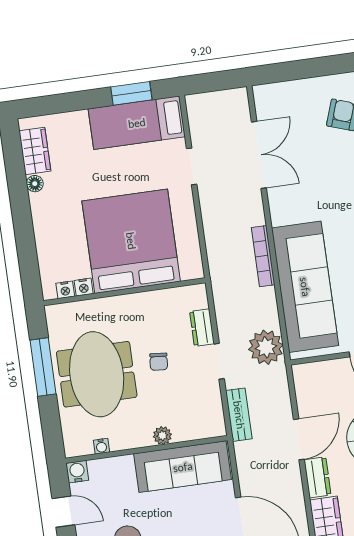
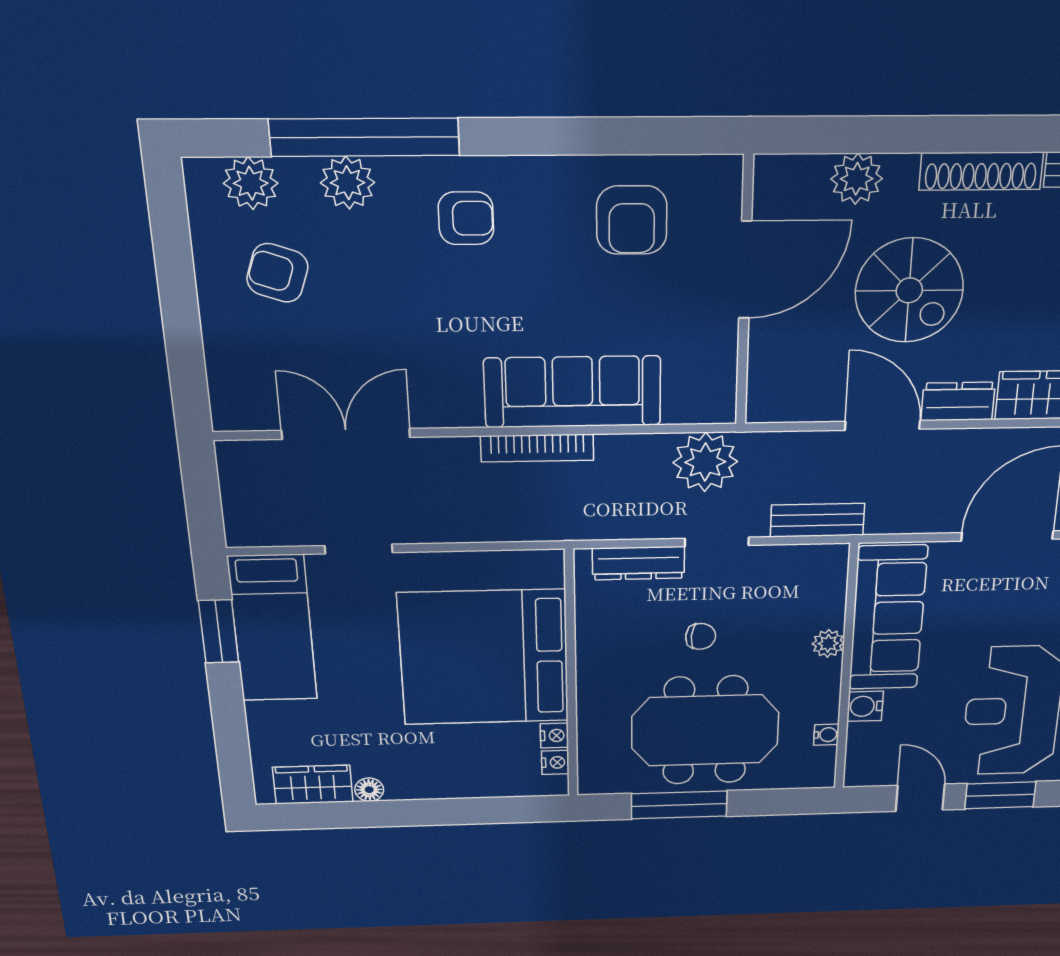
sofa: (305, 287) -> (573, 392), width x0.74, depth x0.79
dresser: (202, 328) -> (638, 563), width x1.44
water cooler: (77, 472) -> (865, 706), moved
door: (63, 512) -> (920, 798), hinge flipped

